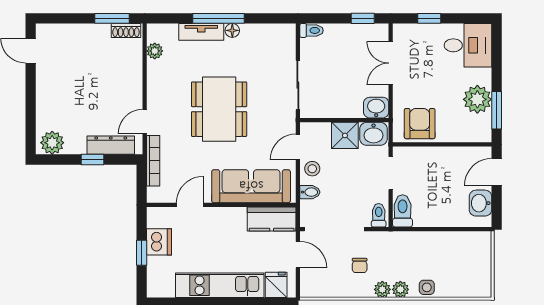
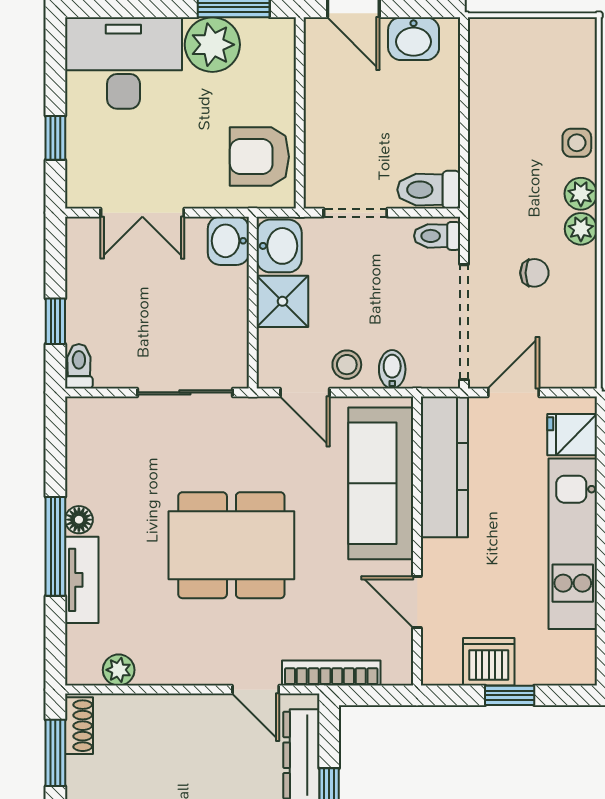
window: (363, 18) -> (55, 321), moved
desk: (468, 45) -> (123, 63), width x1.37
kitchen counter: (272, 219) -> (444, 467), width x1.50

